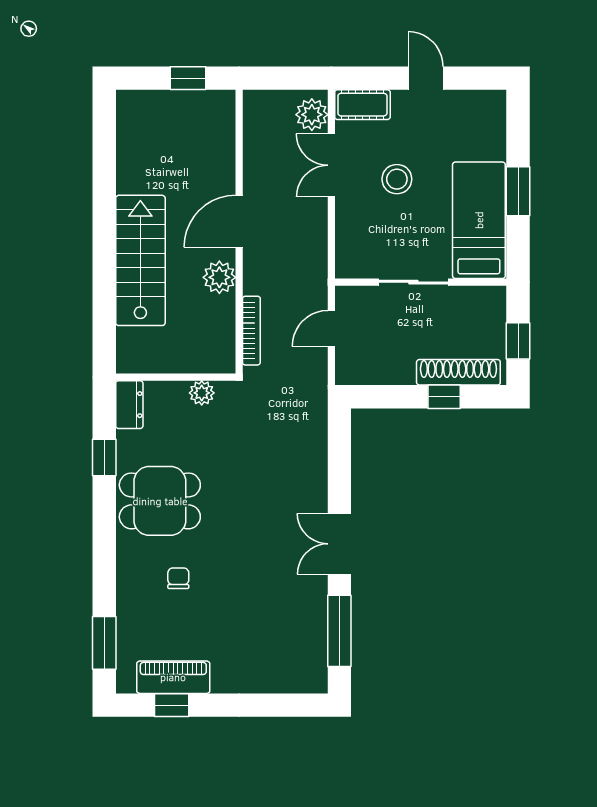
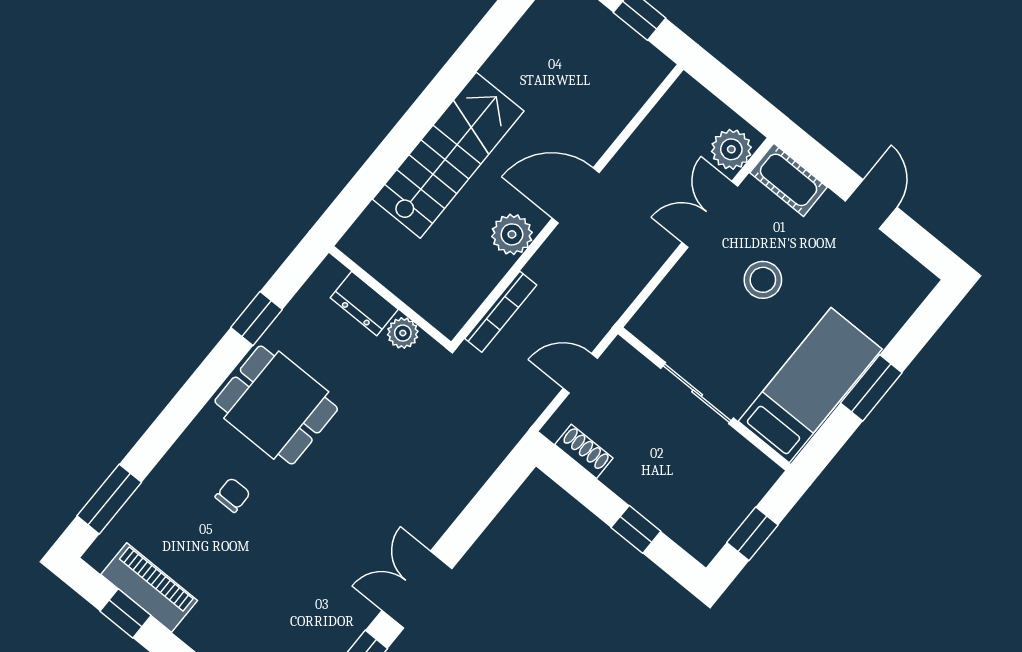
shoe rack: (458, 372) -> (584, 451), moved, width x0.51, depth x0.81
dresser: (129, 405) -> (364, 303), moved, turned 90

